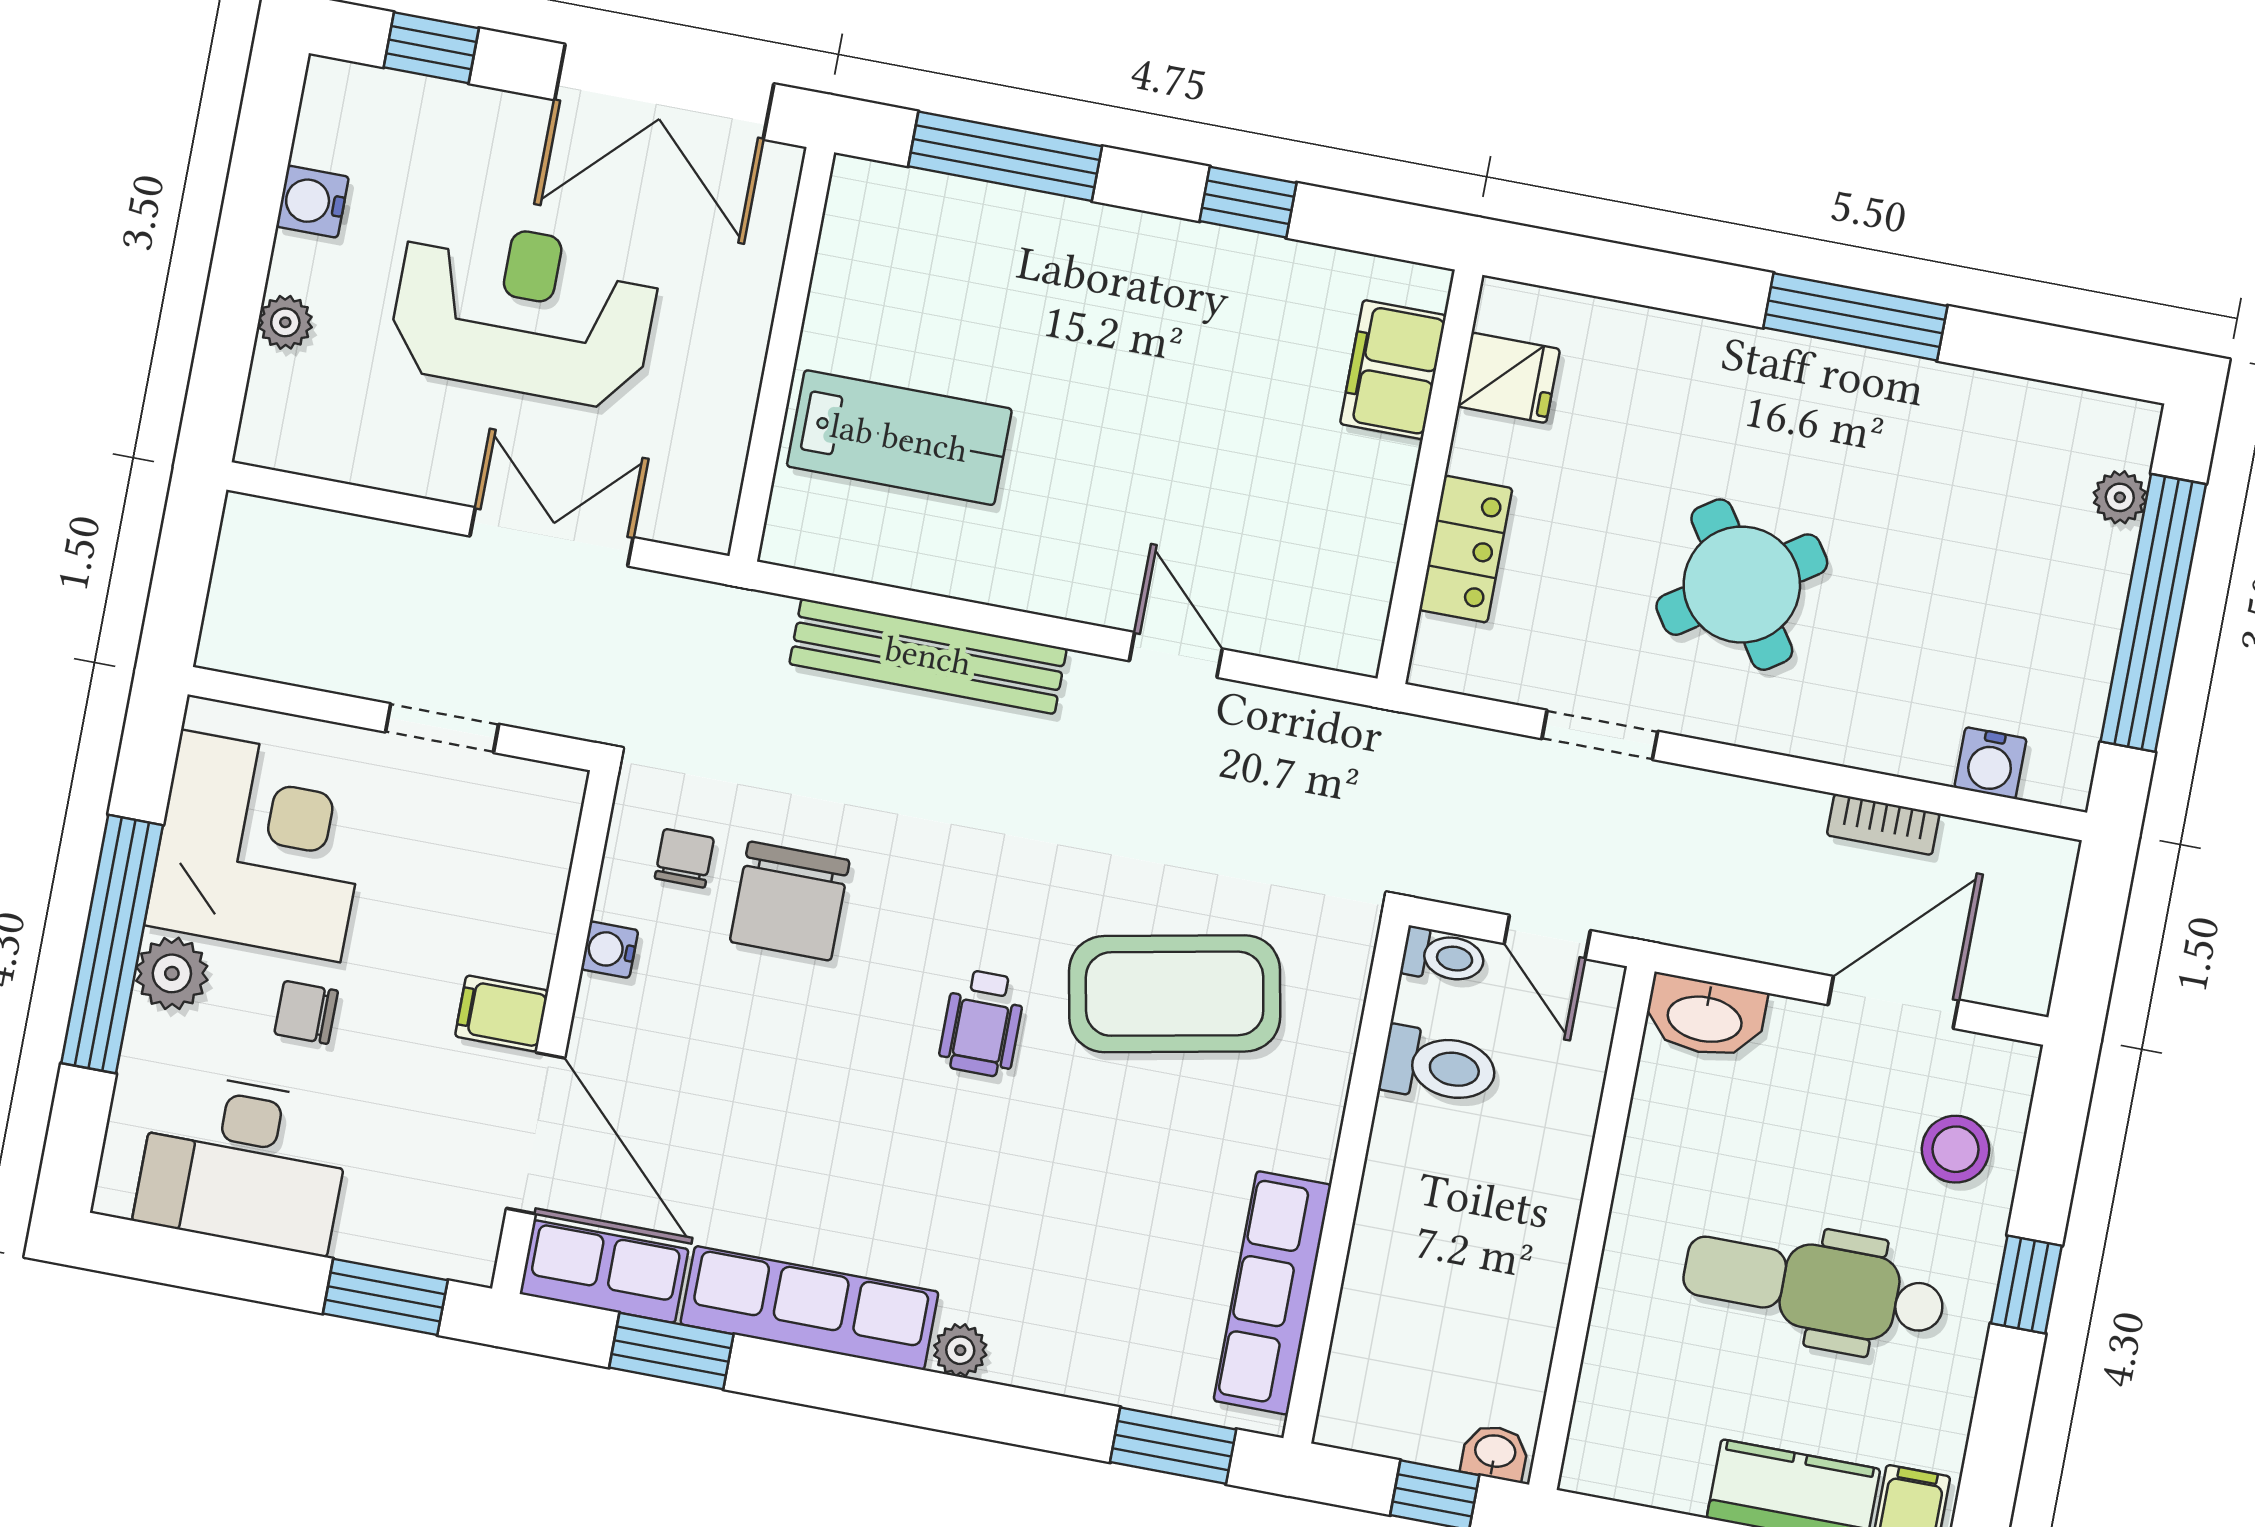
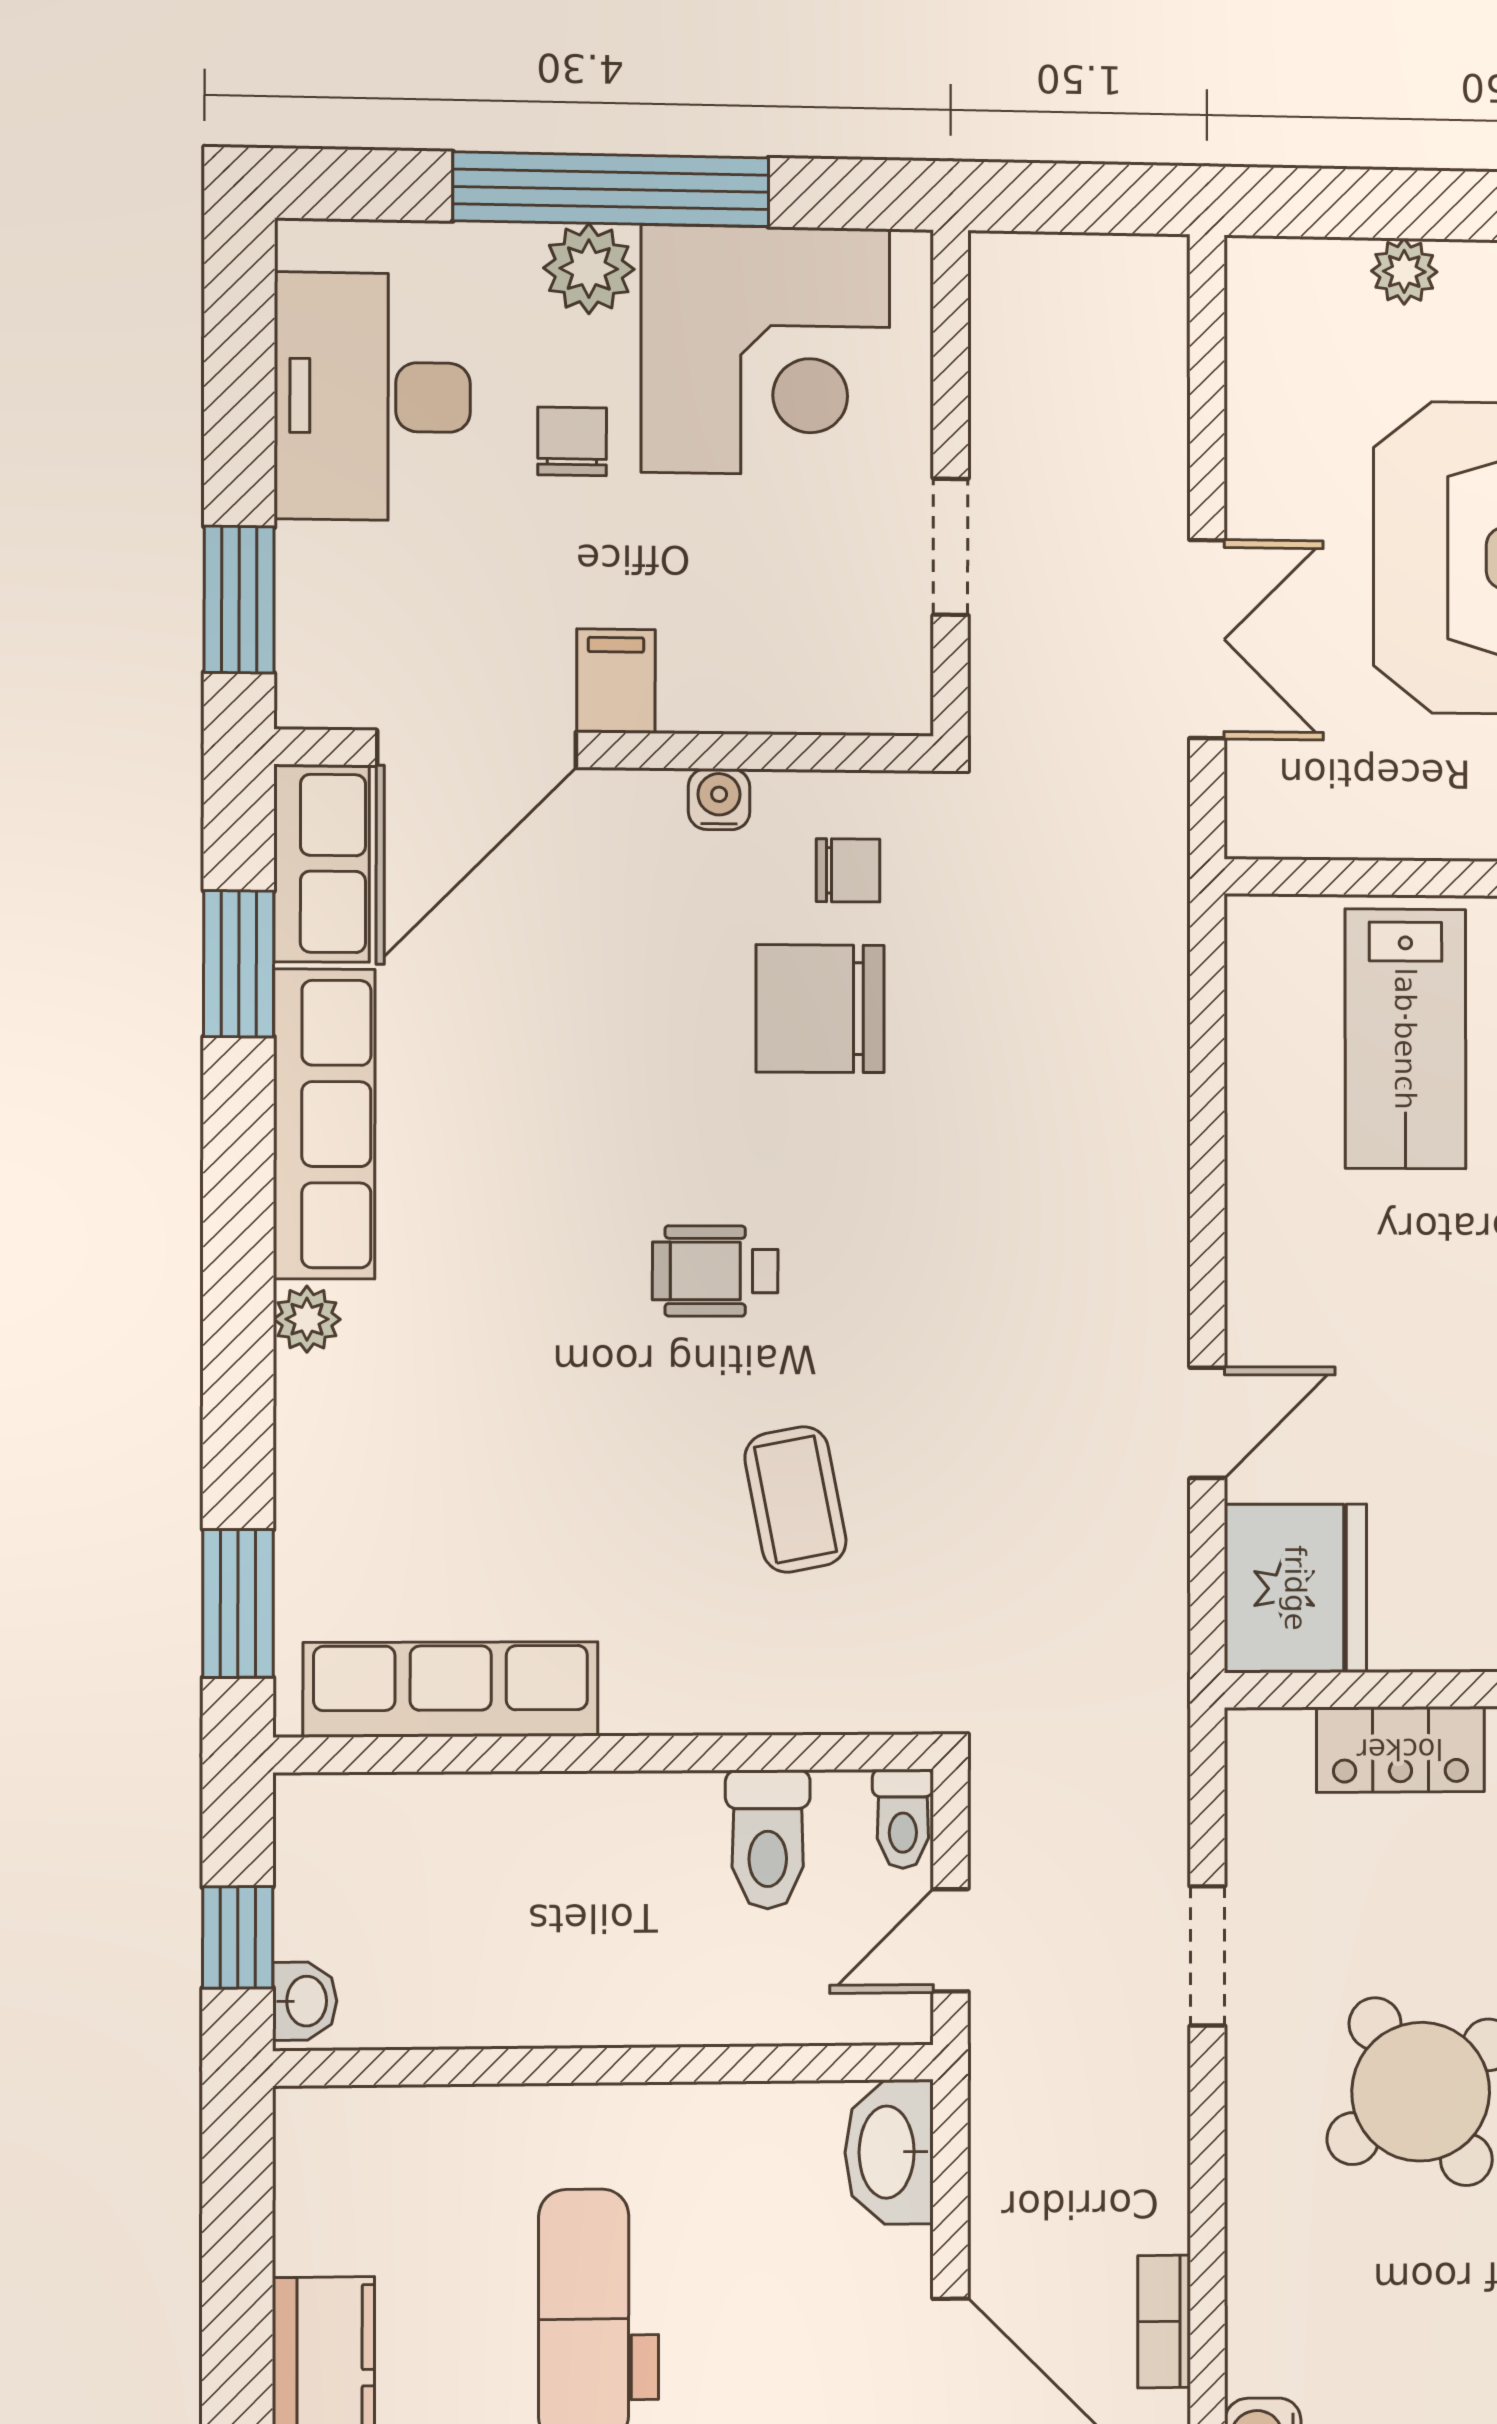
fridge: (1321, 609) -> (1295, 1588), added
bench: (928, 656) -> (1149, 1122), removed
coffee table: (1175, 994) -> (796, 1499), width x0.54, depth x0.58

